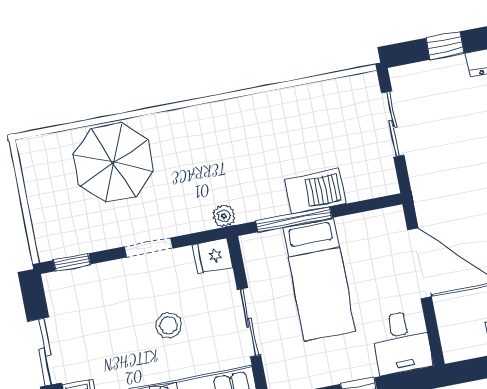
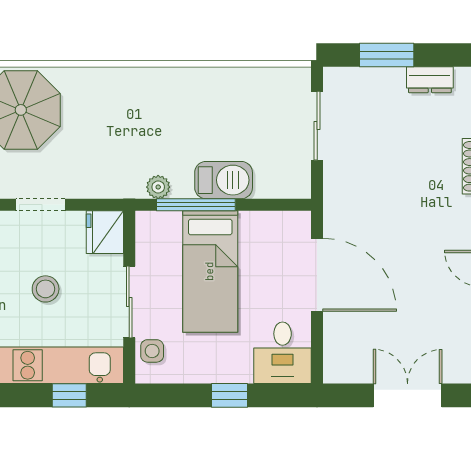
window: (445, 45) -> (387, 55), width x1.50
plant: (224, 216) -> (158, 187), moved
fridge: (213, 256) -> (105, 232), width x1.38
side table: (279, 364) -> (152, 351), added

